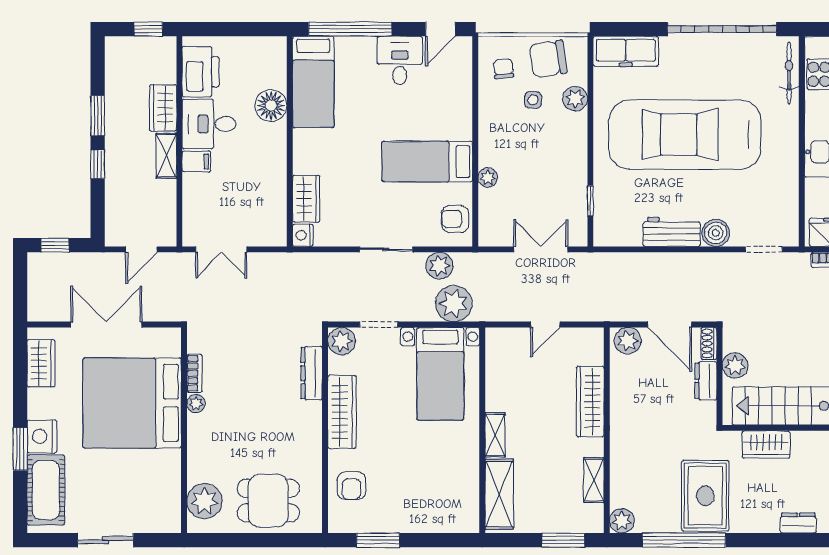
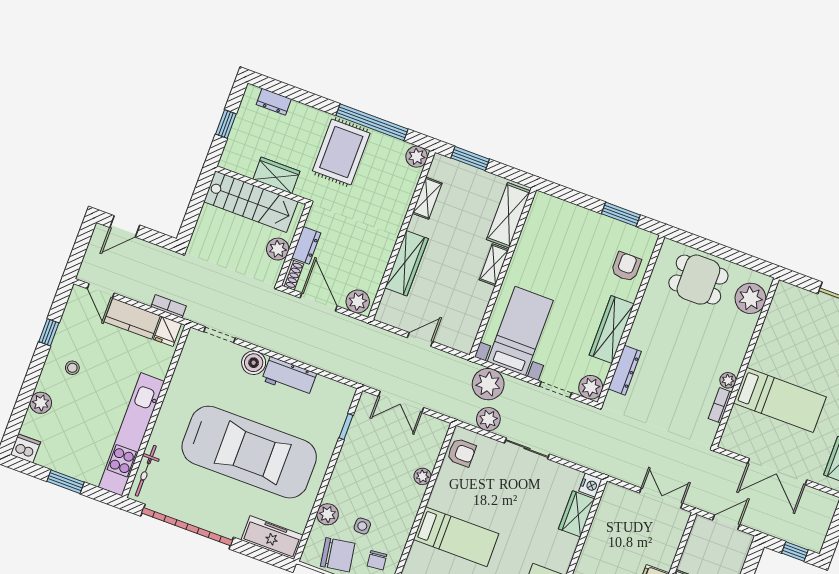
bed: (427, 162) -> (456, 537), moved
bed: (132, 403) -> (780, 400), width x0.49

